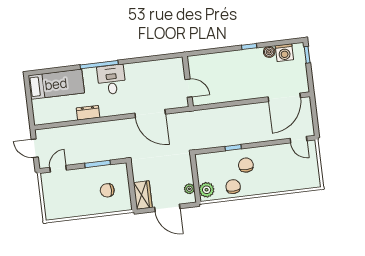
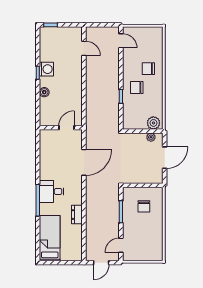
boiler: (269, 52) -> (44, 92), moved
washing machine: (284, 53) -> (46, 69), moved
door: (284, 97) -> (84, 48), width x0.53
door: (299, 140) -> (121, 41), hinge flipped
door: (58, 169) -> (121, 245), hinge flipped
chair: (233, 187) -> (148, 69), moved
wardrobe: (143, 195) -> (151, 177), removed

